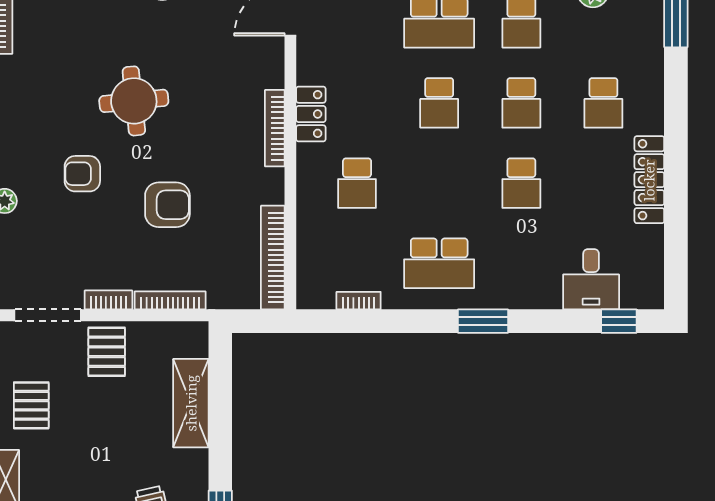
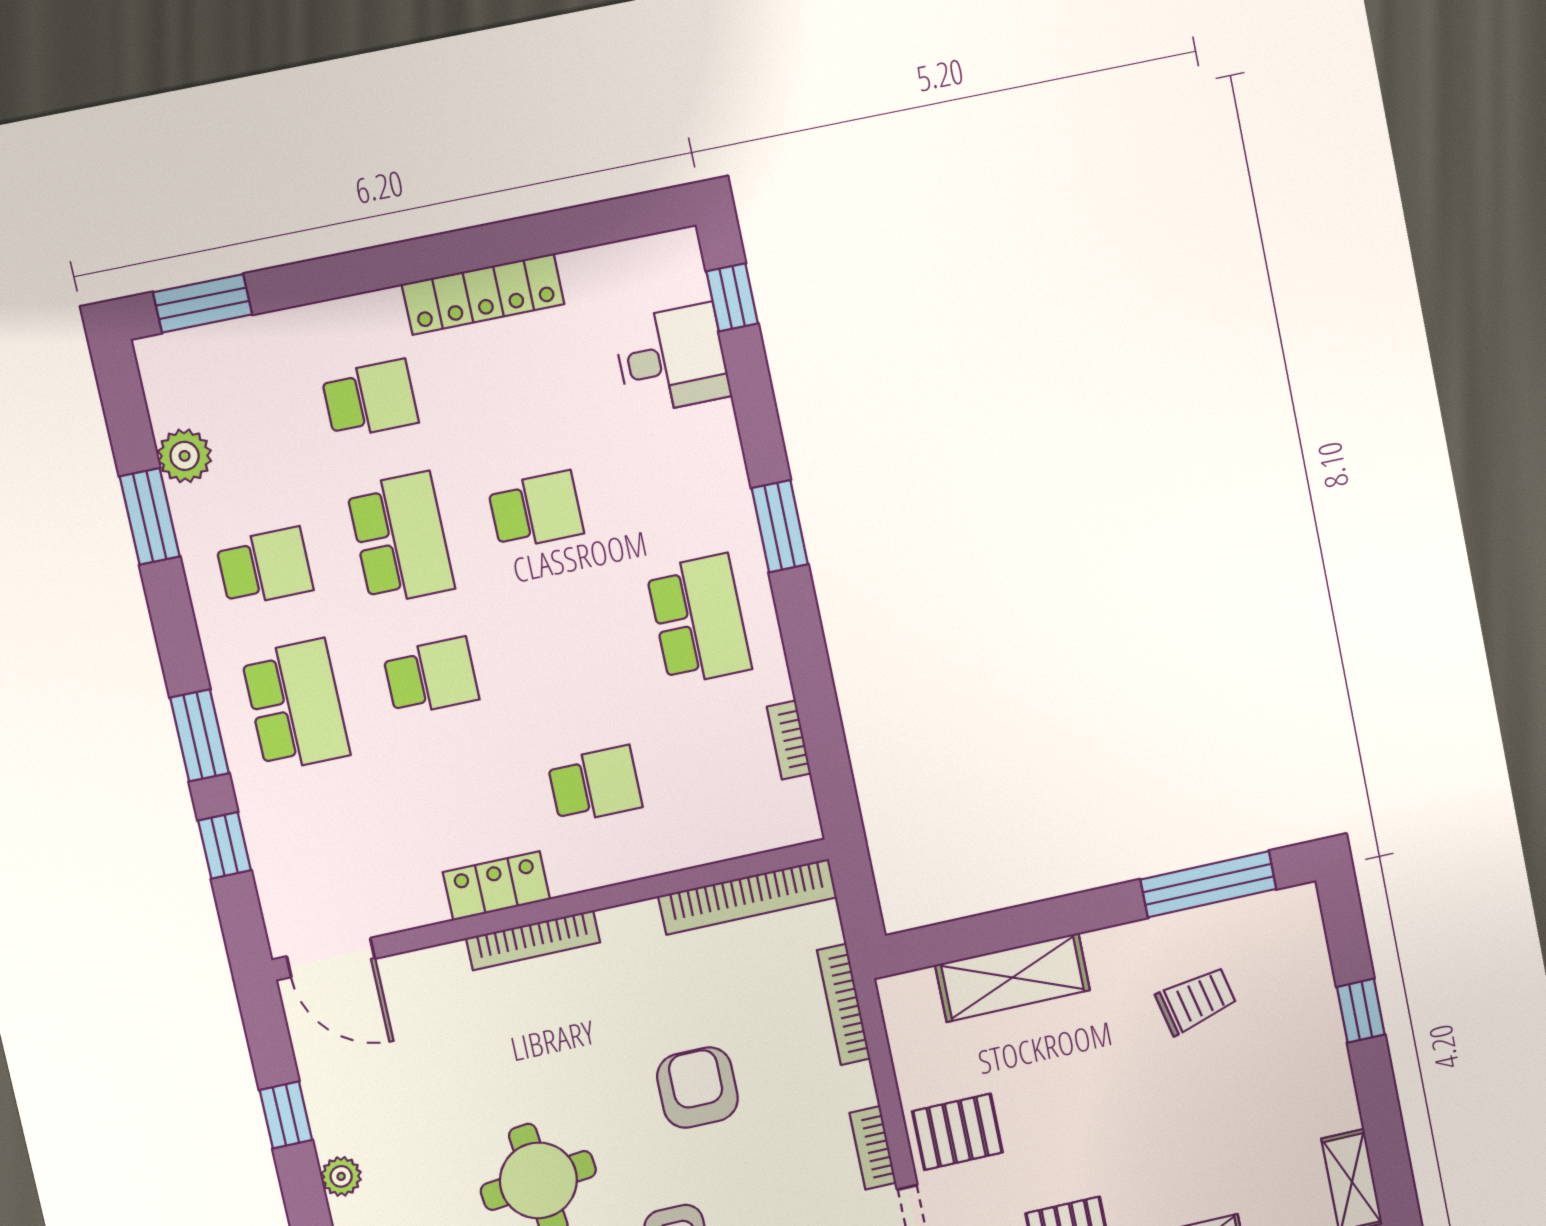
school desk: (521, 103) -> (401, 538), width x1.85
bookcase: (170, 300) -> (844, 1004), moved

